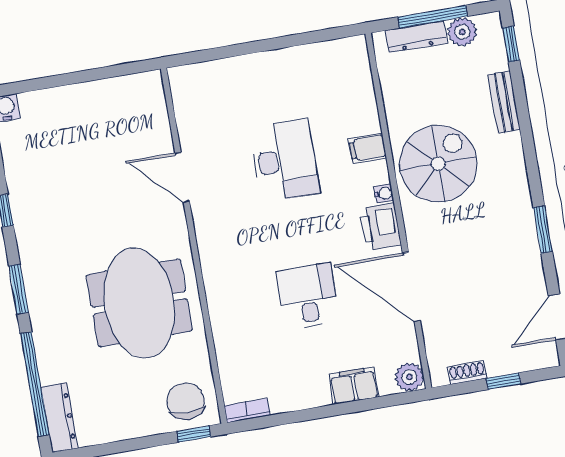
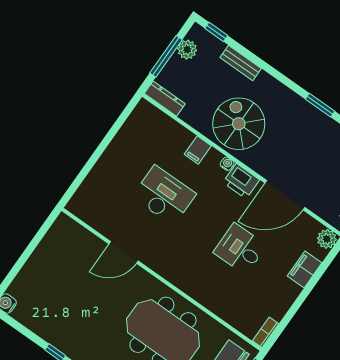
dresser: (416, 37) -> (165, 99), moved, turned -90

